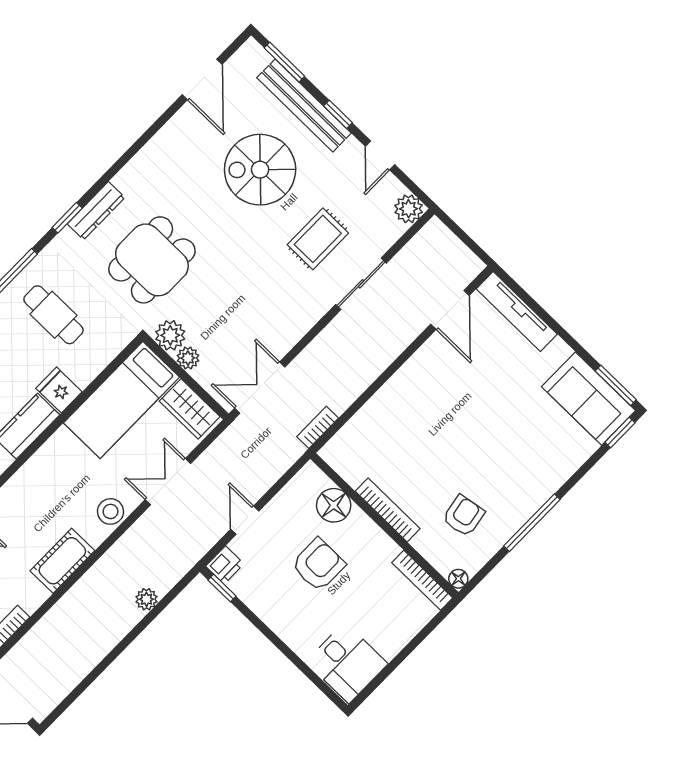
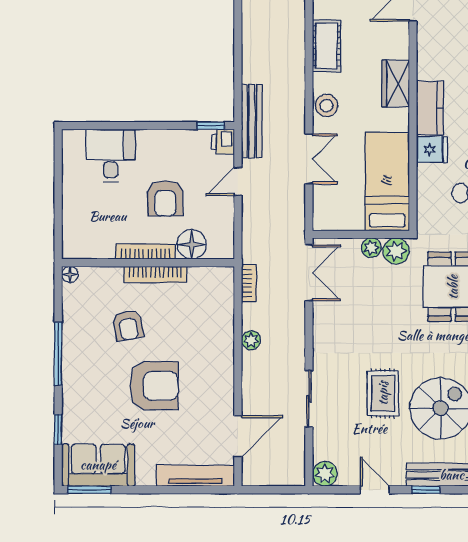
rug: (318, 239) -> (383, 393), moved
door: (450, 310) -> (238, 436), swing flipped
wardrobe: (190, 409) -> (396, 84), moved, turned -90
armchair: (479, 419) -> (154, 386), added
window: (620, 432) -> (58, 430), moved
armchair: (464, 516) -> (128, 325), moved
door: (245, 520) -> (238, 182), swing flipped
bench: (185, 559) -> (252, 121), added
bookcase: (422, 580) -> (145, 252), moved
plant: (146, 599) -> (251, 340), moved
desk: (347, 663) -> (111, 156), moved, turned 90

